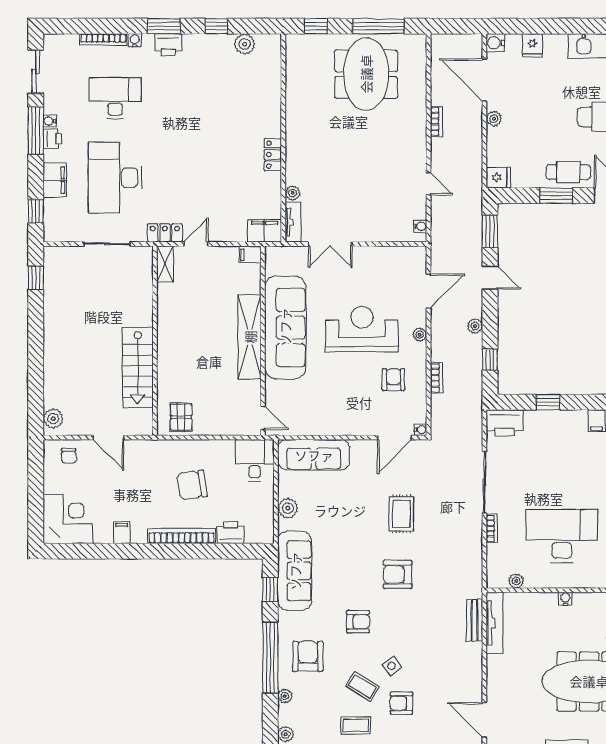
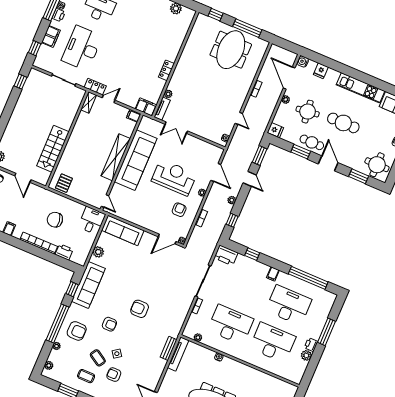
round table: (539, 123) -> (308, 112), added
door: (429, 291) -> (216, 172), hinge flipped
rug: (401, 514) -> (154, 279), removed
armchair: (308, 656) -> (77, 331), turned 90

